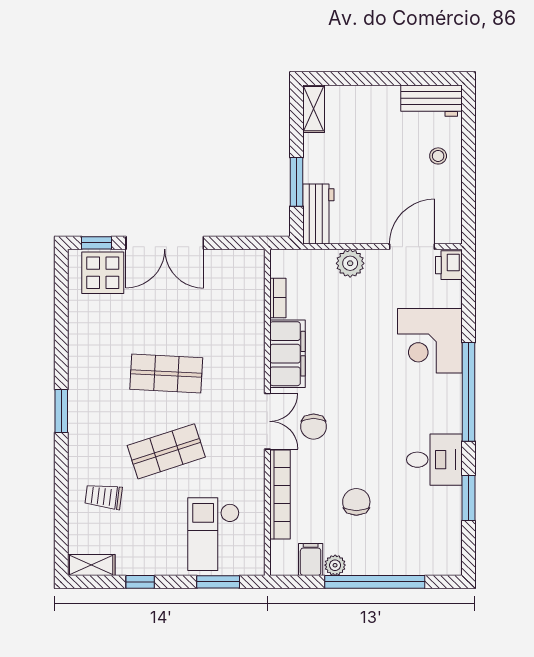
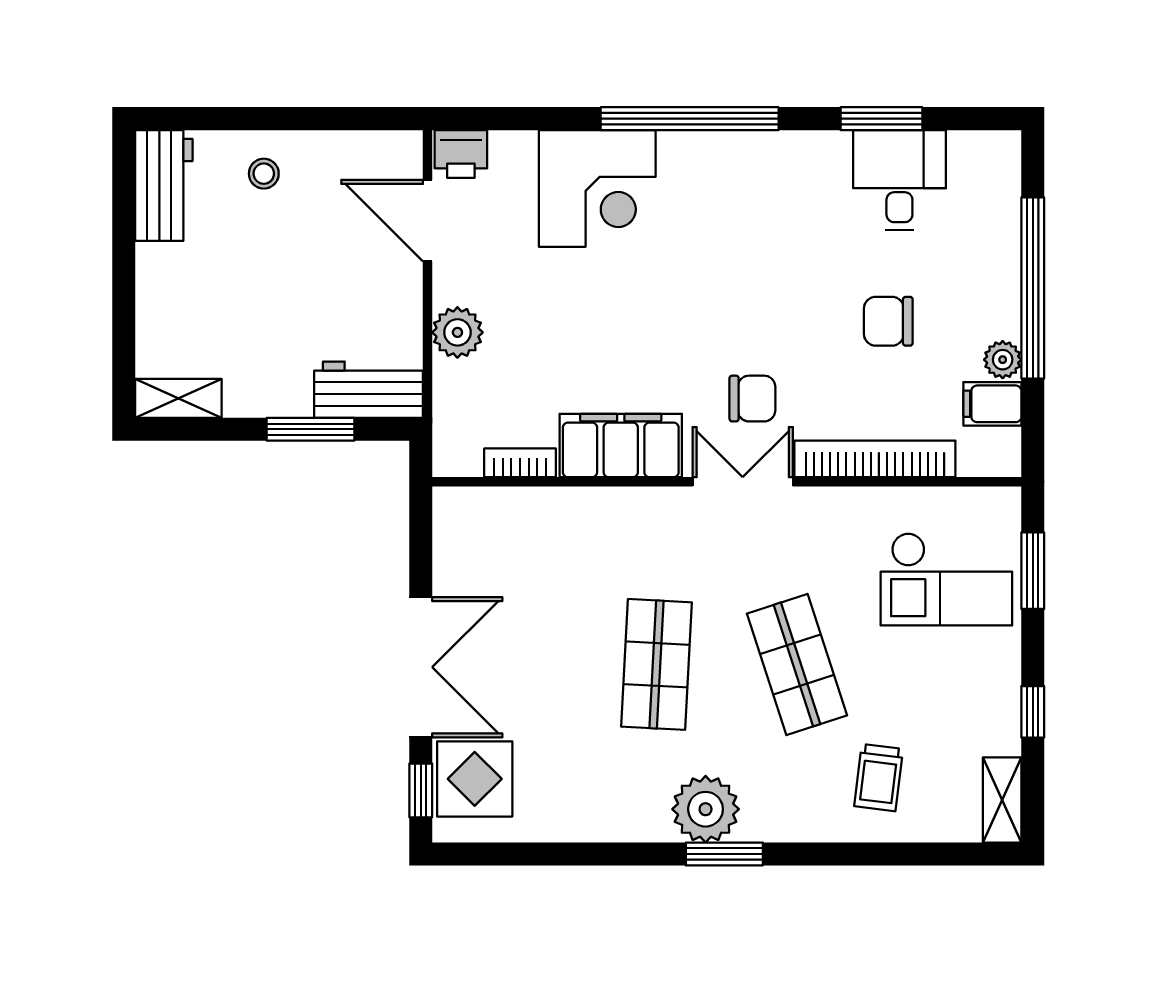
plant: (86, 401) -> (706, 809), added
desk: (434, 460) -> (899, 180), moved

